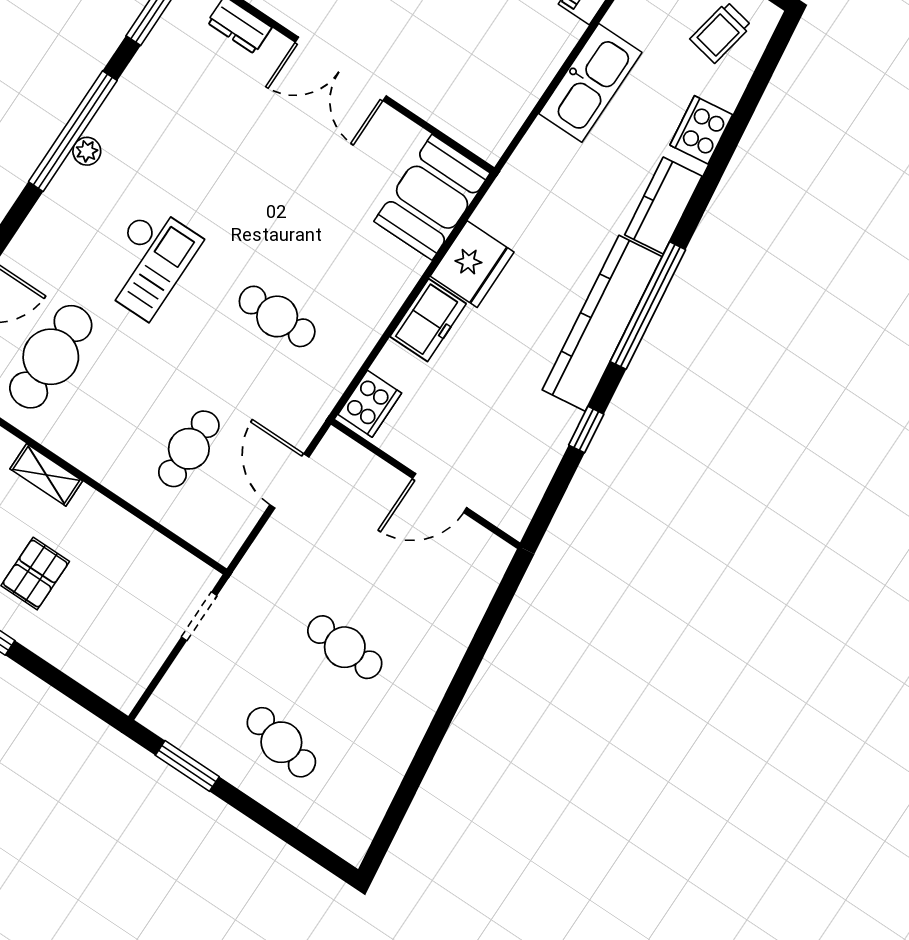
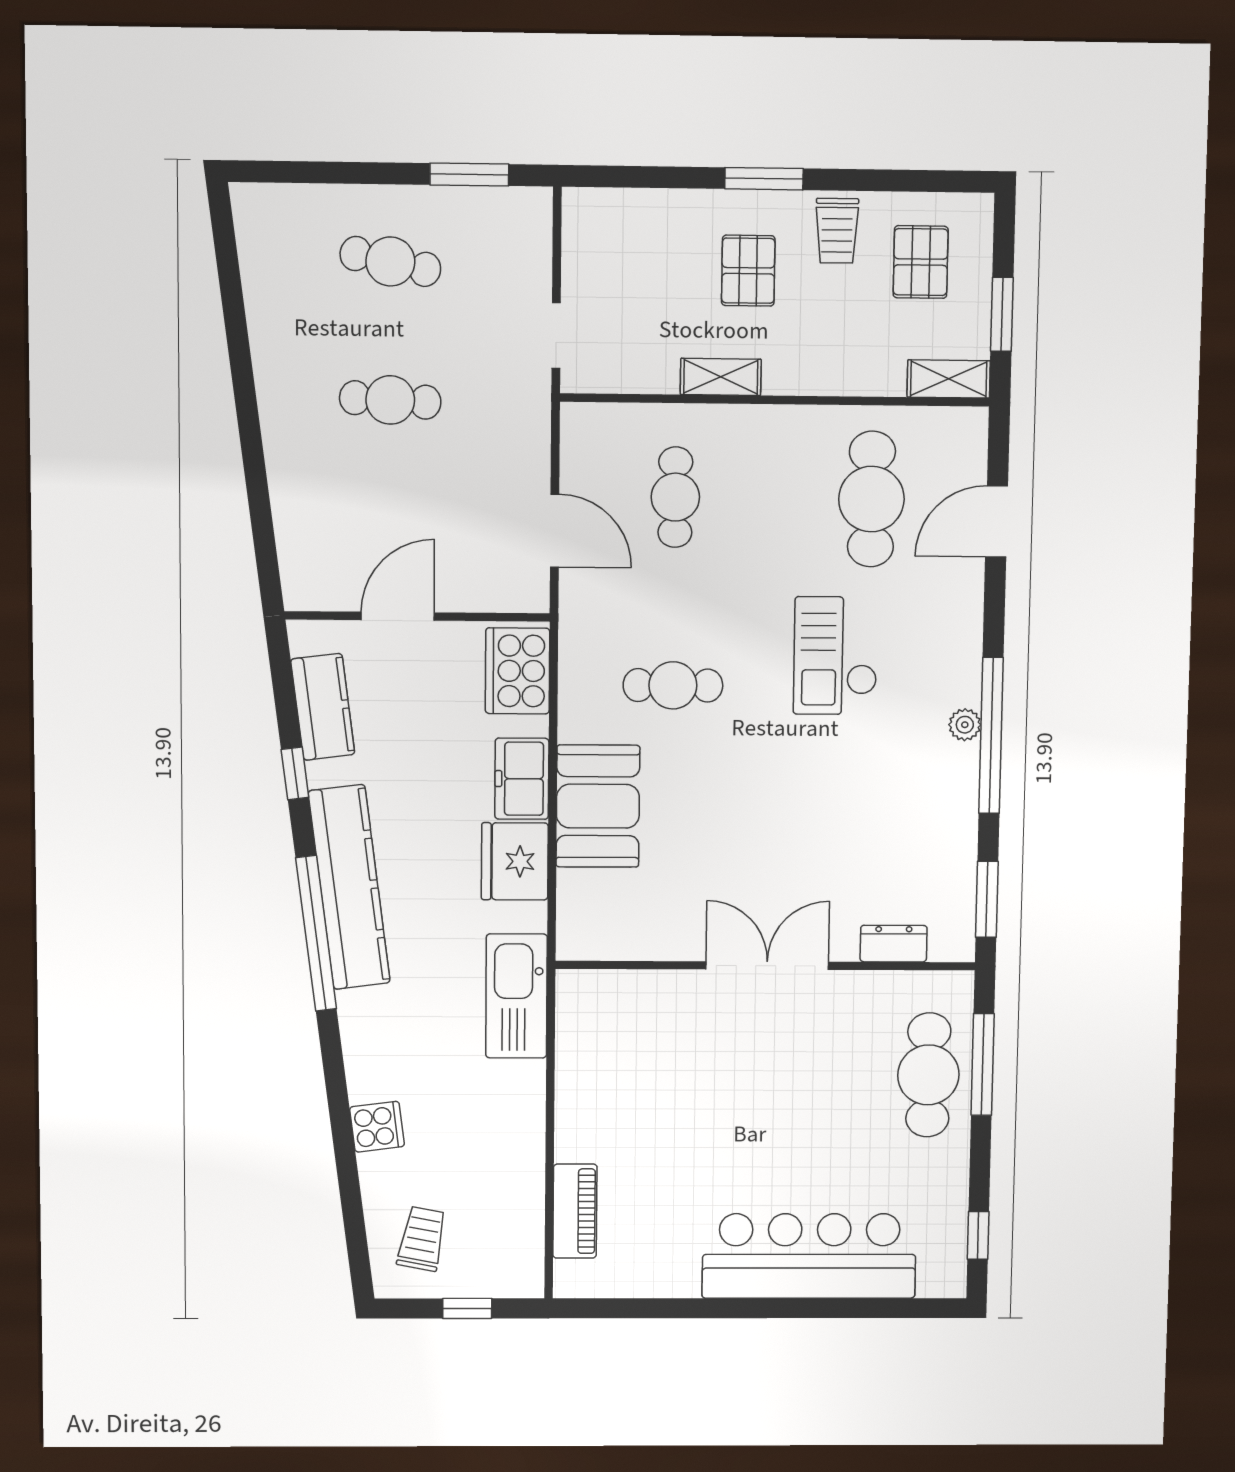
kitchen sink: (590, 83) -> (516, 996), moved
cooker: (701, 130) -> (377, 1127), width x0.73
booth: (432, 197) -> (598, 806), moved
kitchen counter: (663, 205) -> (323, 707), moved
cooker: (370, 404) -> (517, 671), width x1.37, depth x1.31
shelving: (46, 475) -> (721, 377), moved

